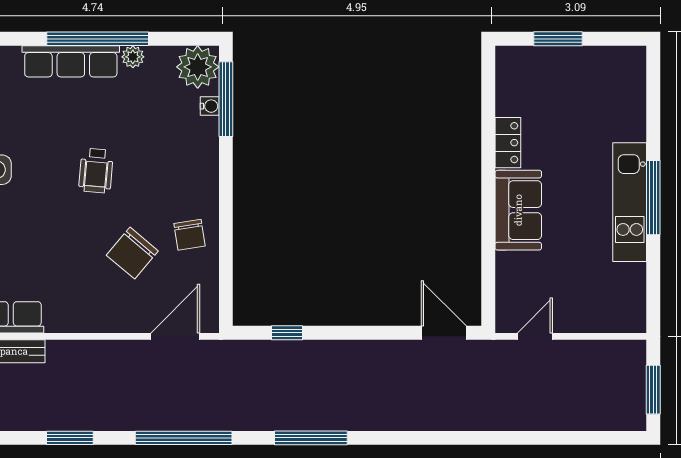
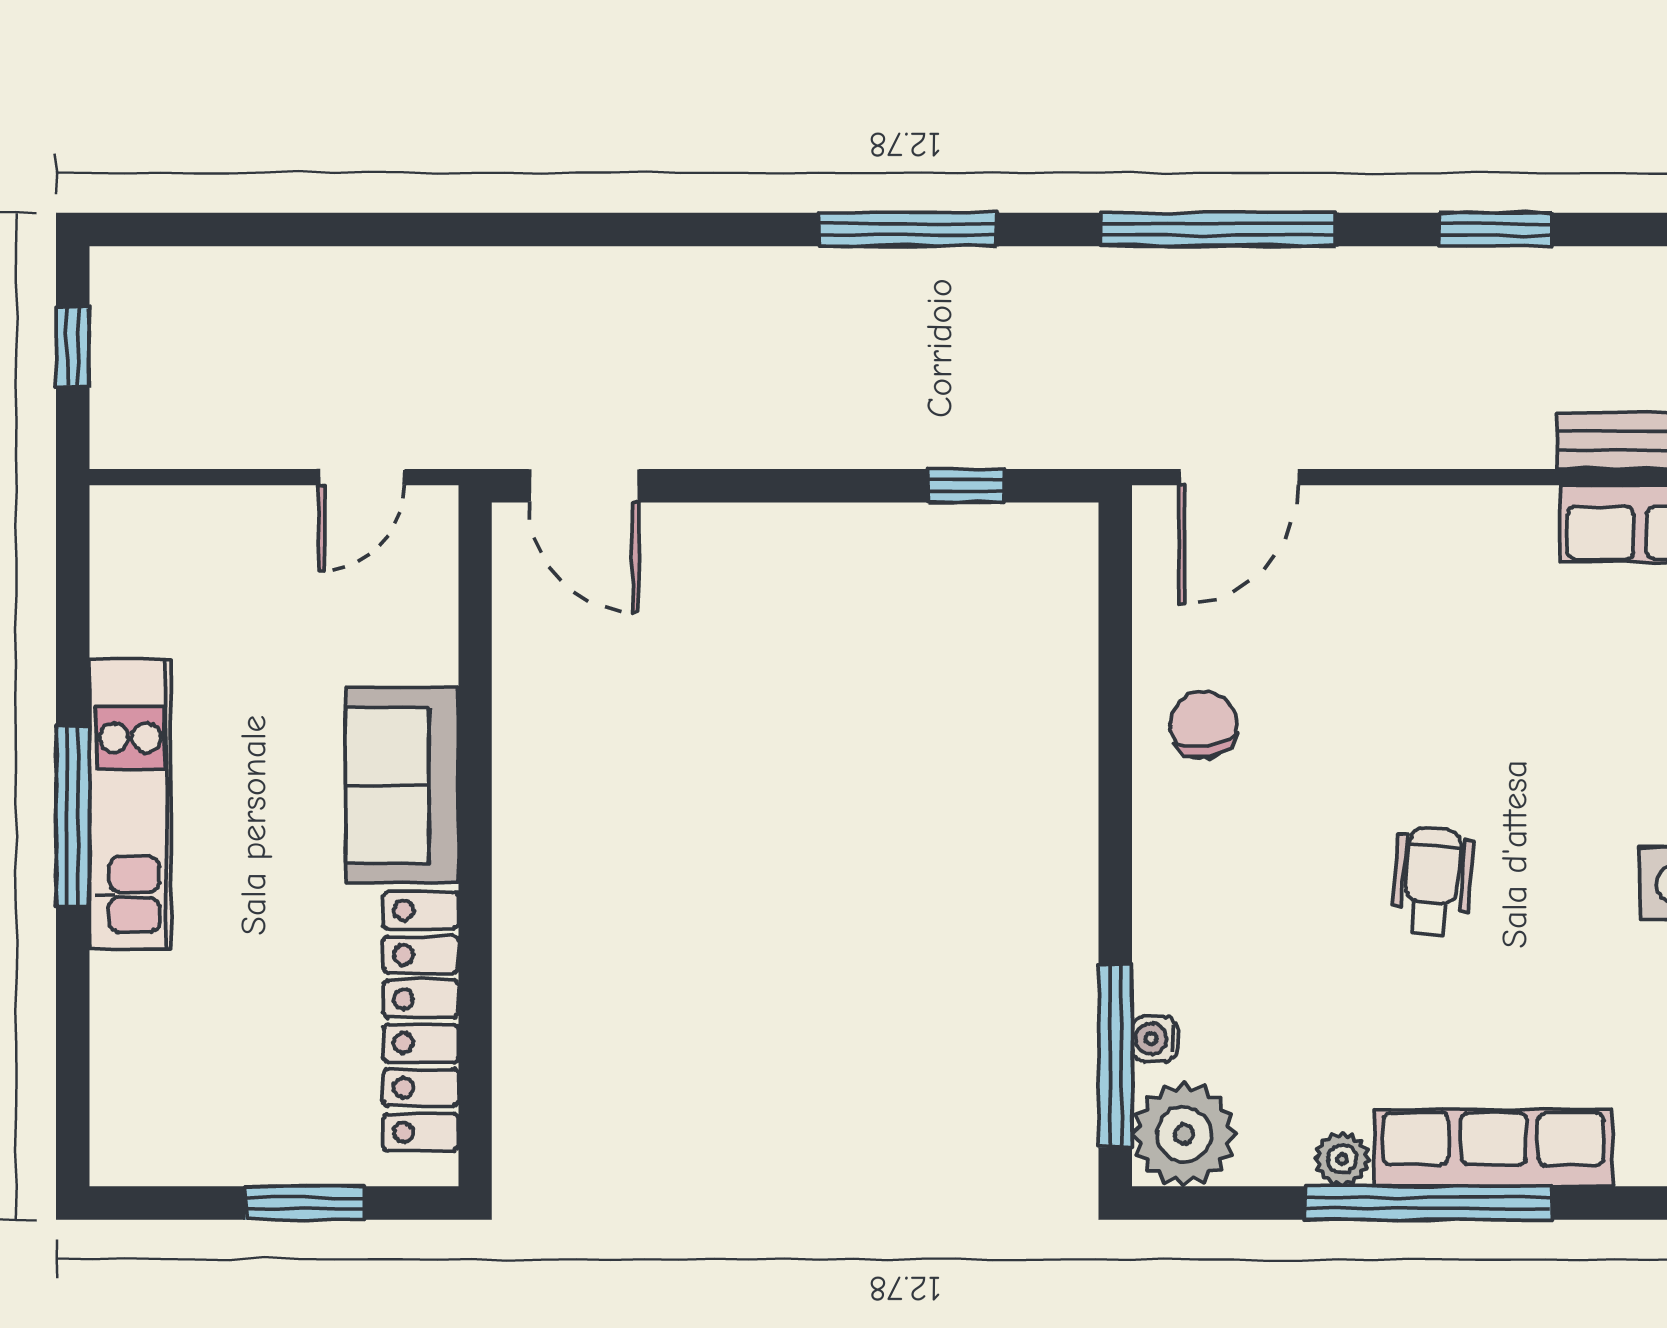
locker: (508, 143) -> (421, 1021), width x2.16, depth x1.21
chair: (132, 253) -> (1344, 680), removed
window: (653, 390) -> (73, 347), width x0.67

